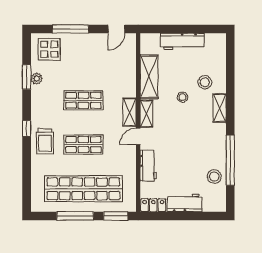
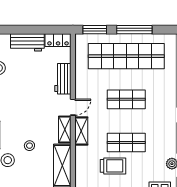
trolley: (45, 141) -> (113, 166), moved, turned 90

